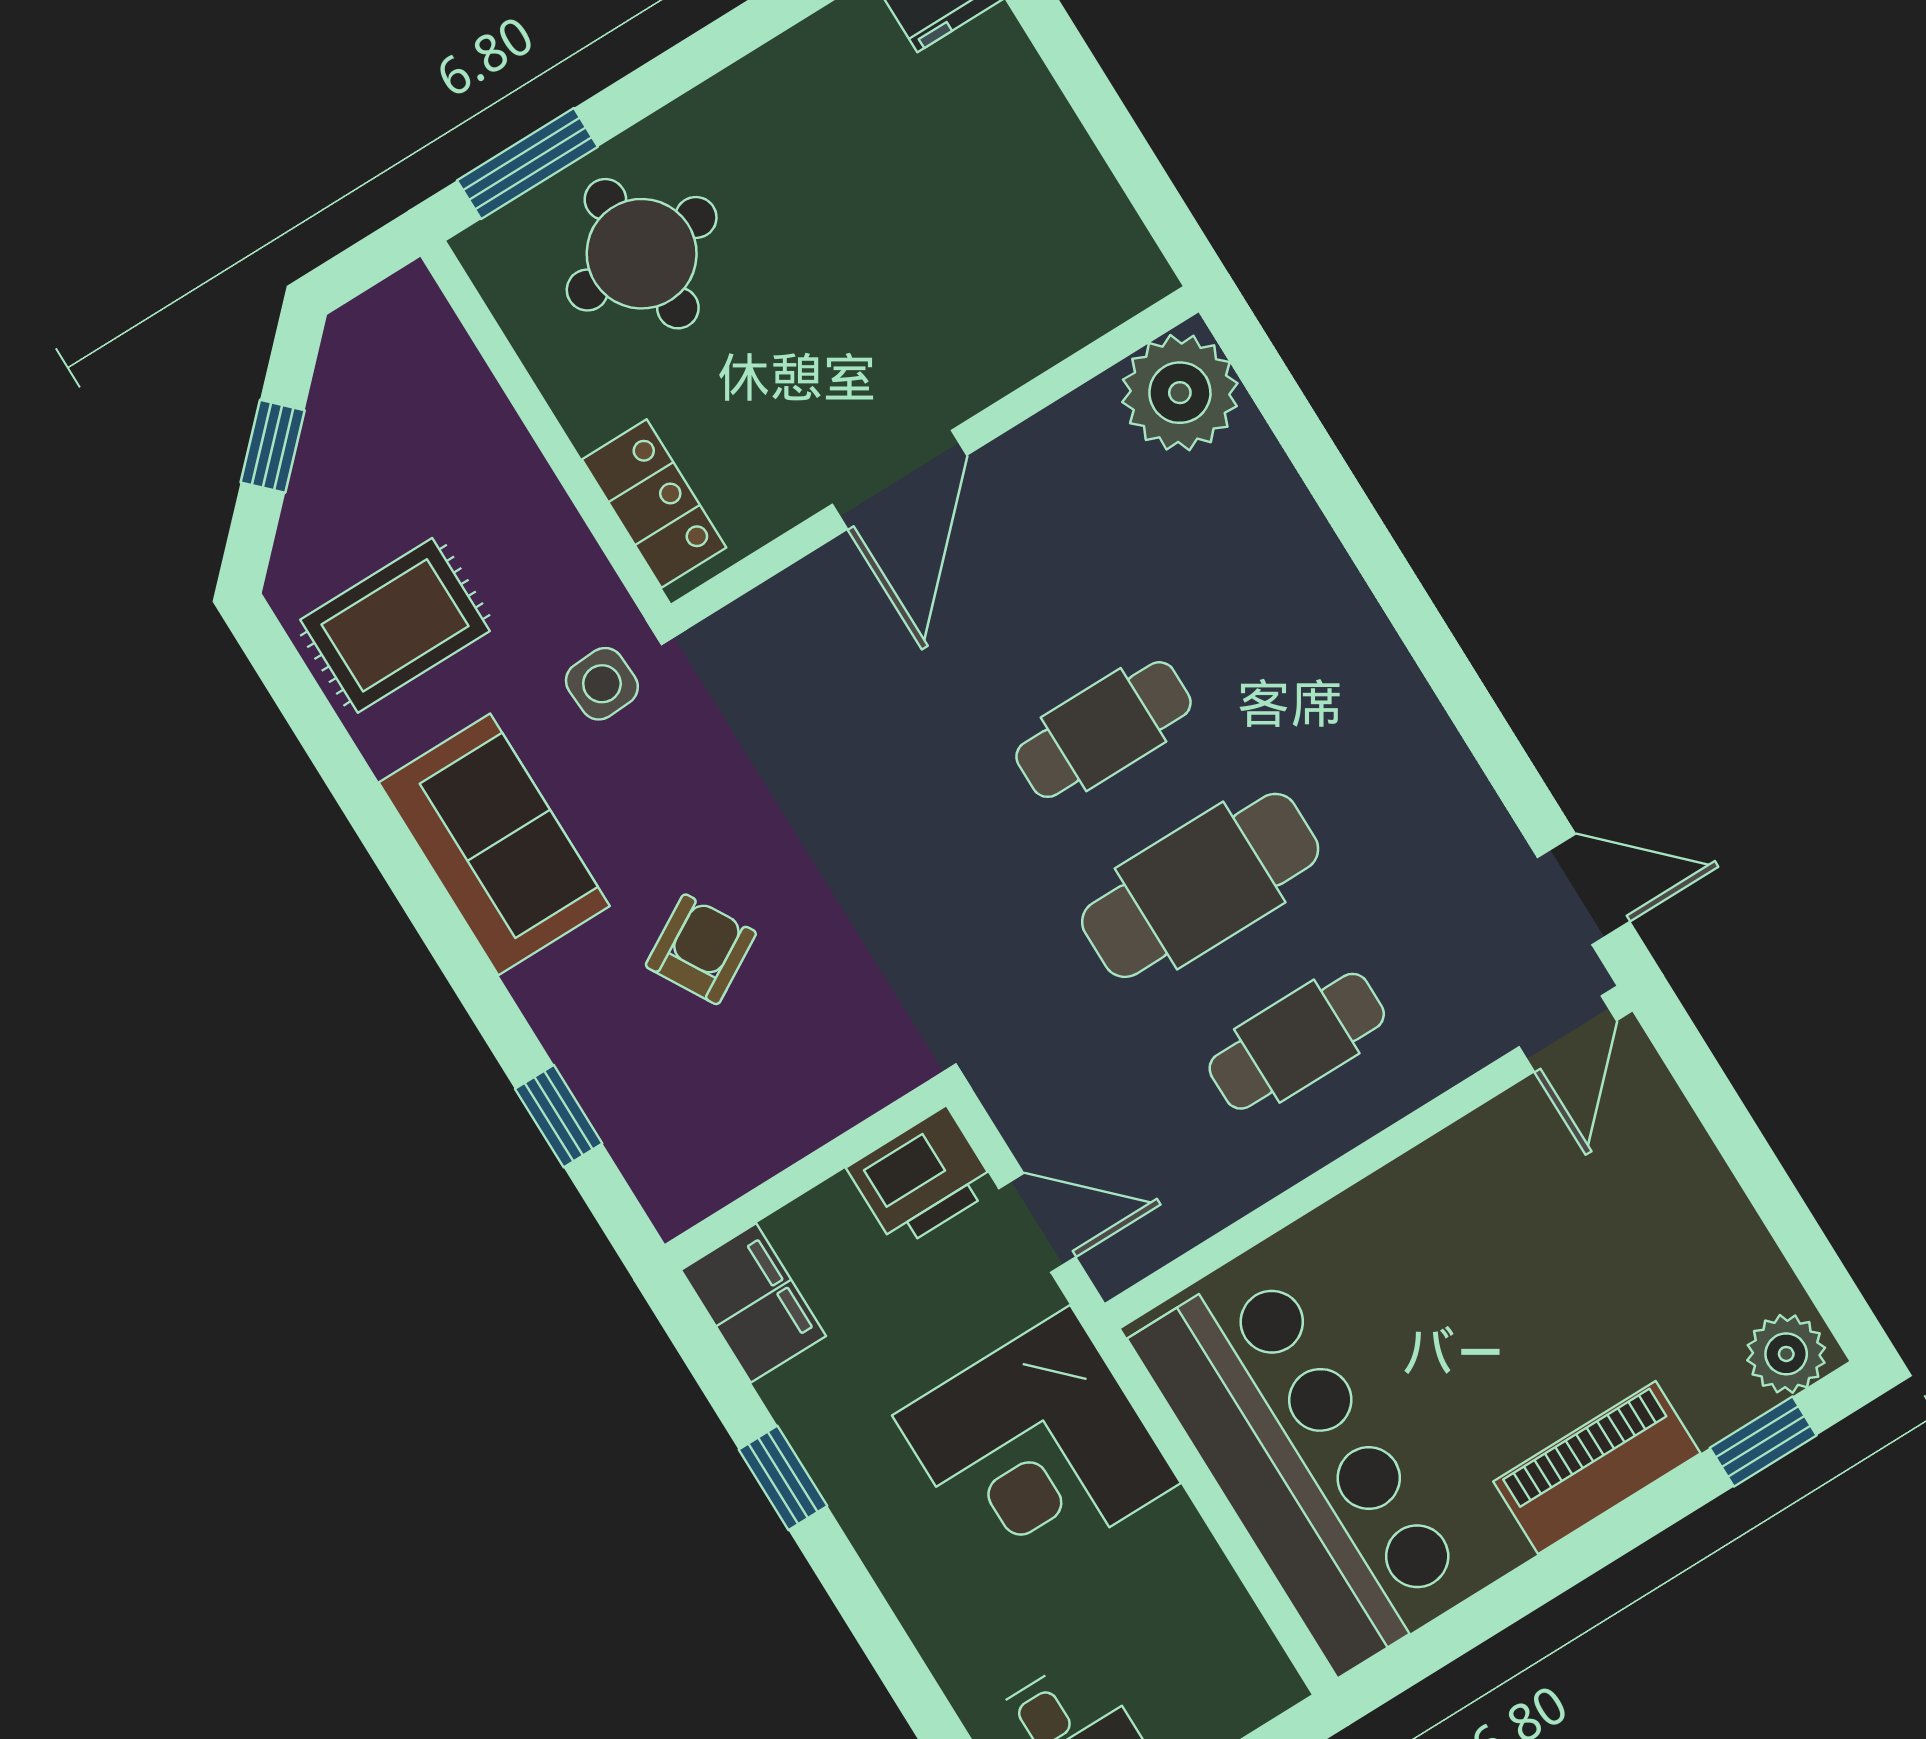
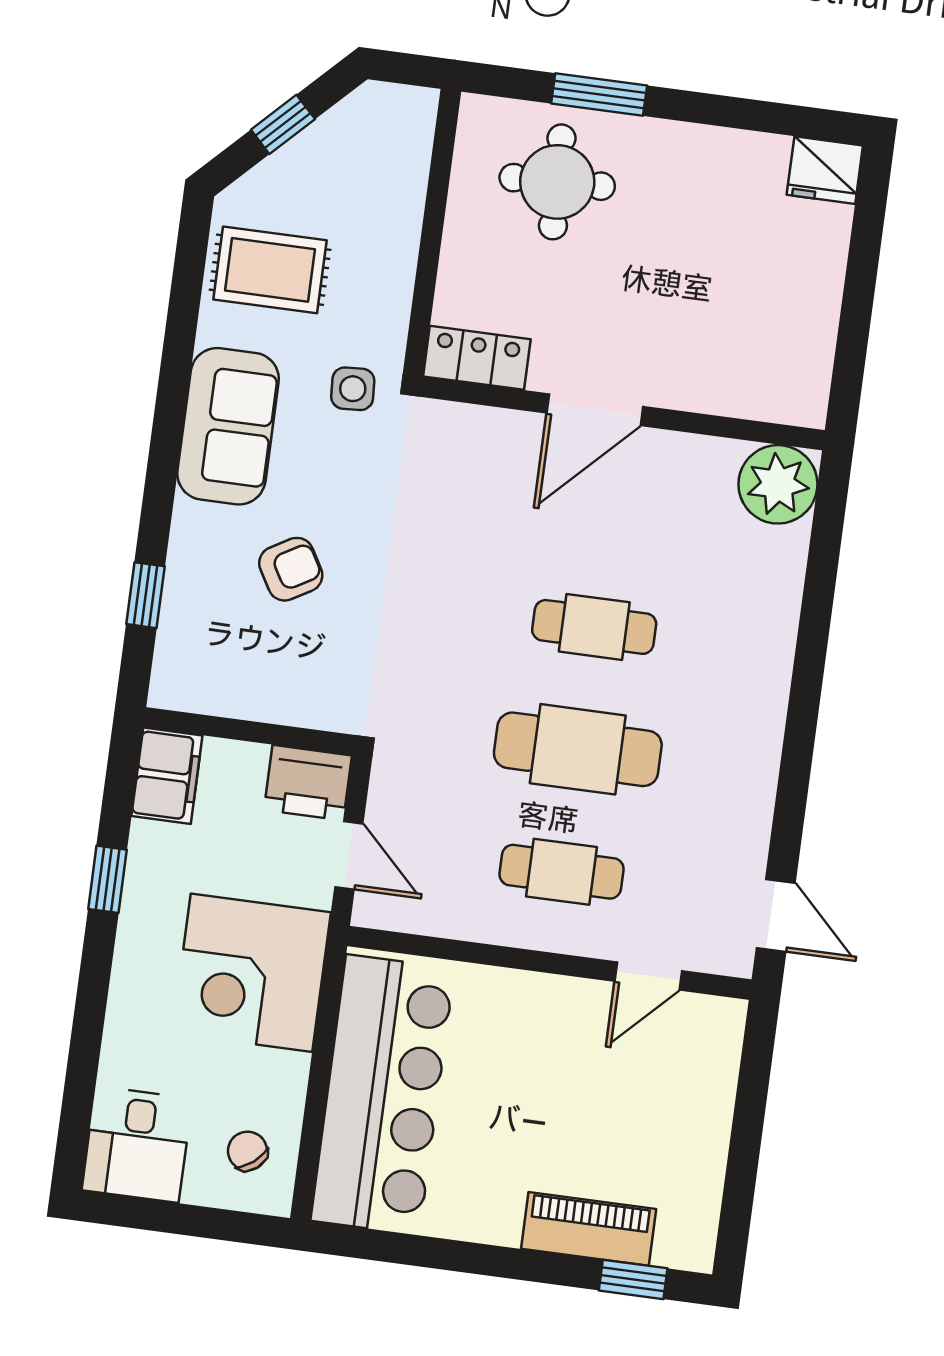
window: (527, 164) -> (599, 95), moved
locker: (654, 504) -> (477, 358), moved, turned -90
door: (1568, 1034) -> (648, 976), moved
plant: (1786, 1354) -> (683, 1244), removed
piano: (1597, 1467) -> (589, 1229), moved
chair: (1200, 1658) -> (247, 1151), added

